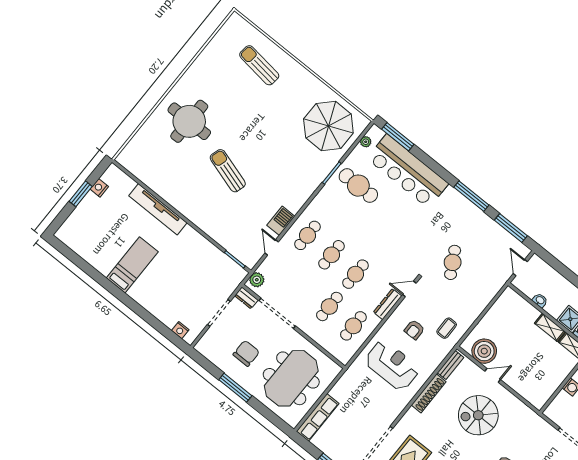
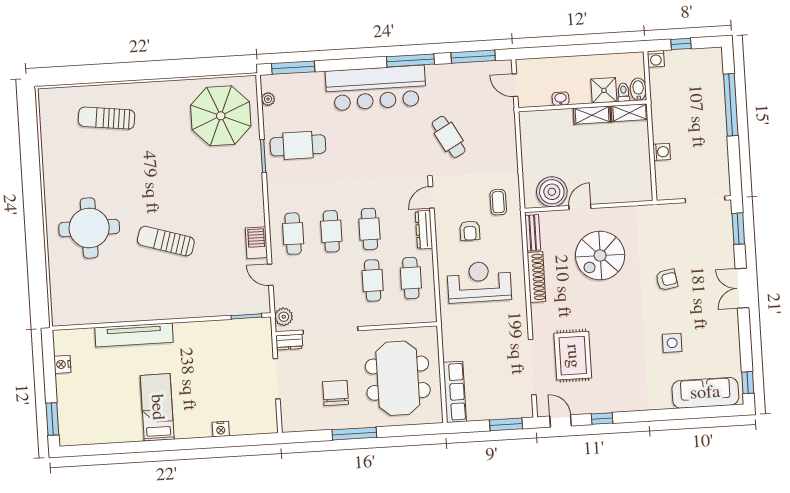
bar counter: (408, 171) -> (376, 88), moved
window: (81, 194) -> (52, 419), moved
nightstand: (180, 330) -> (221, 429), moved

